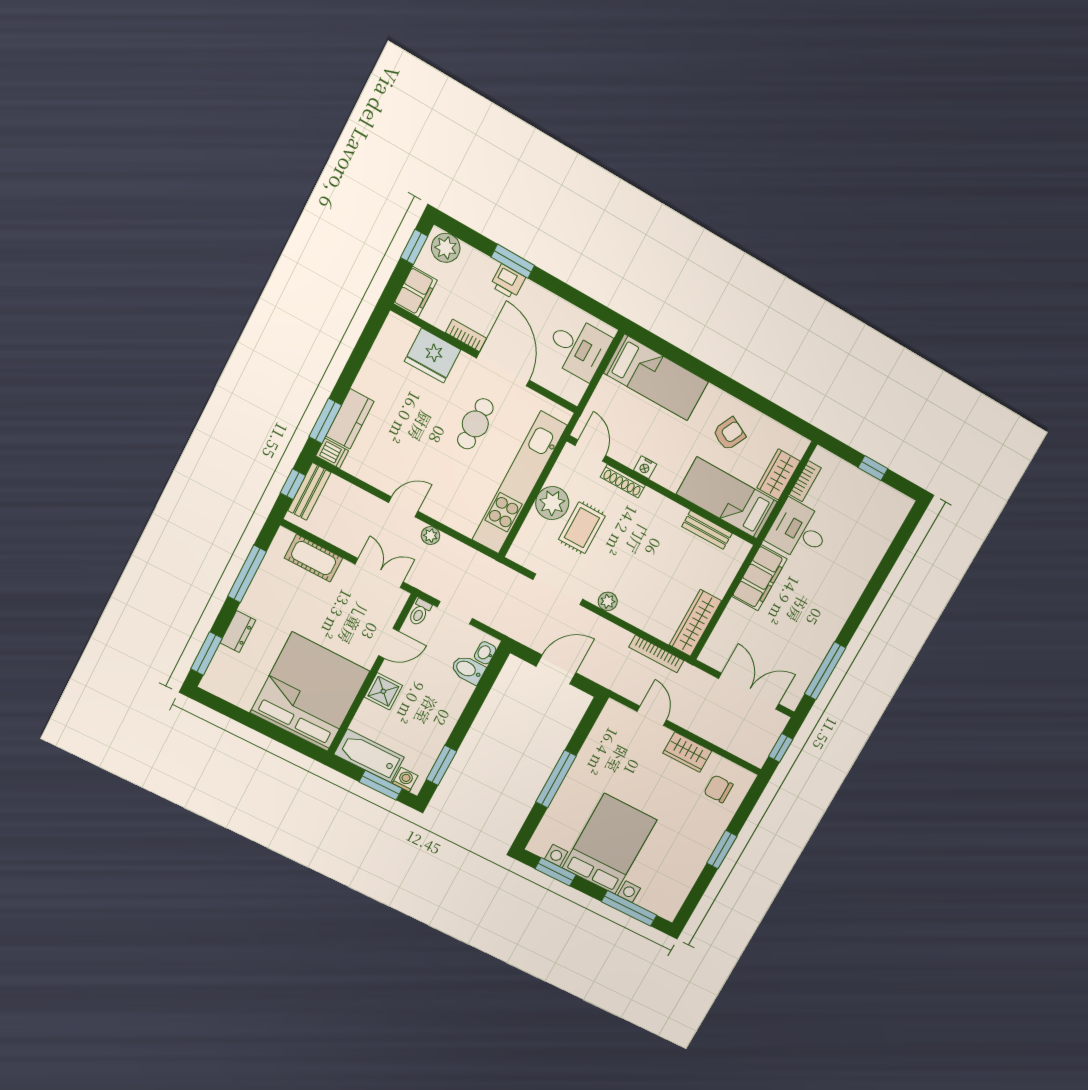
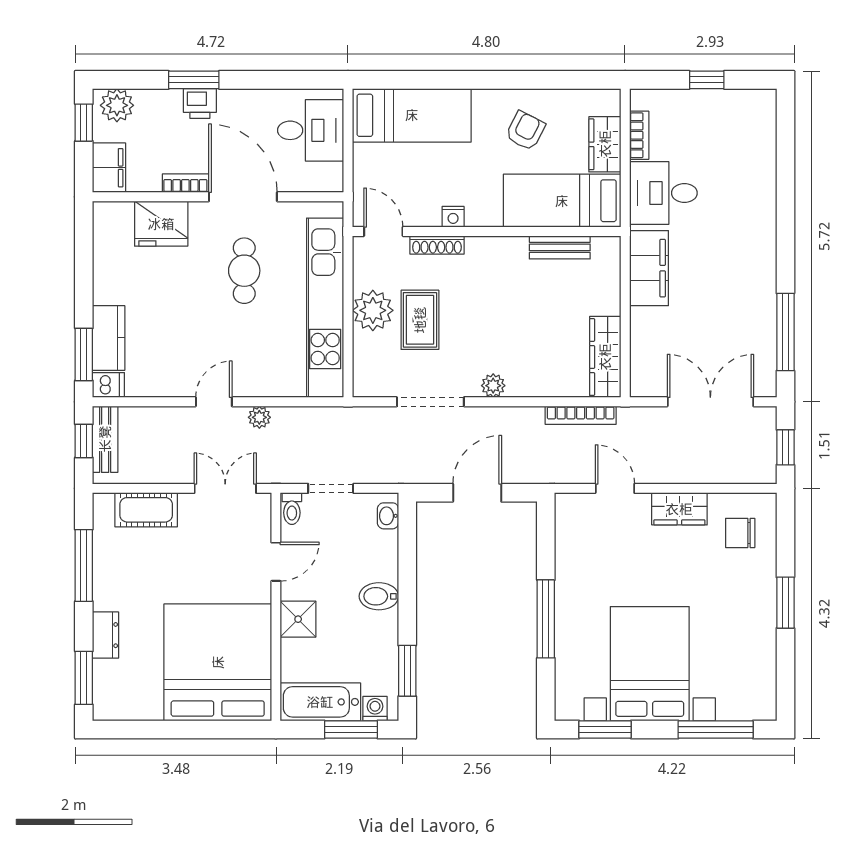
bidet: (468, 670) -> (379, 596), moved

